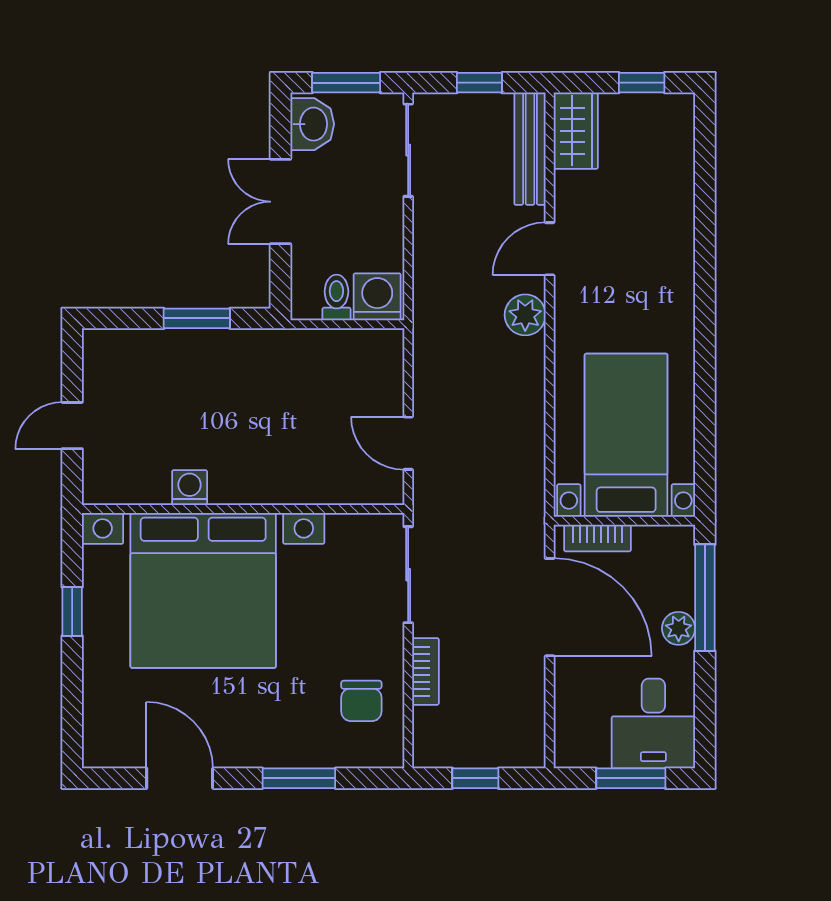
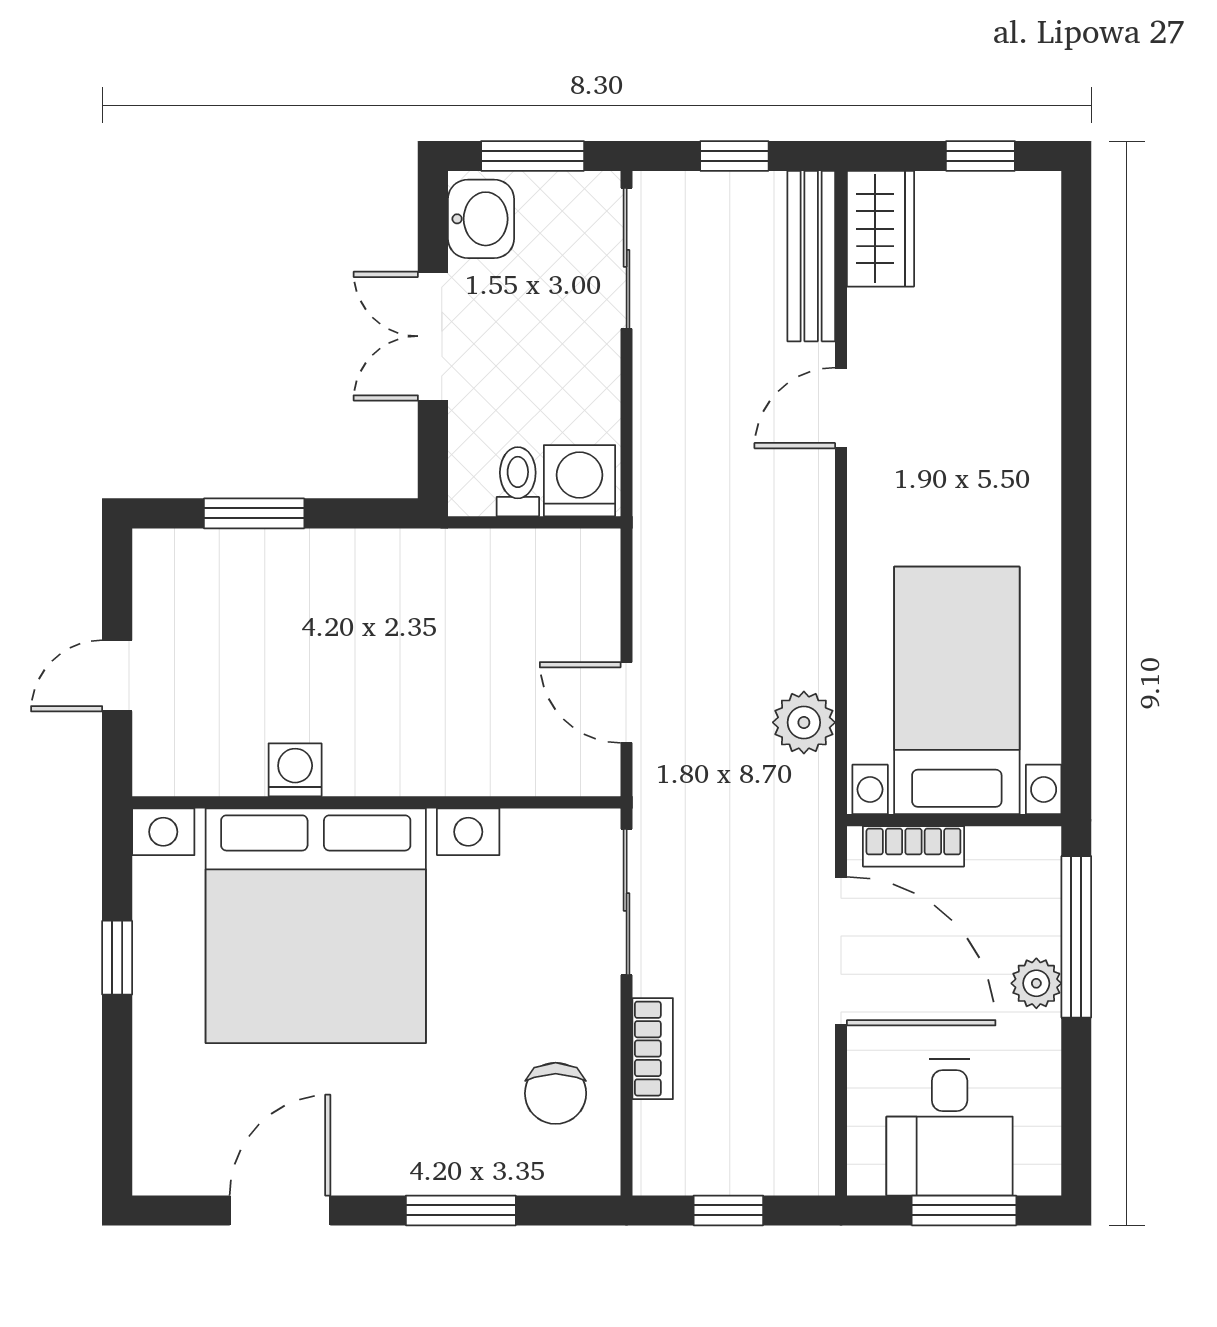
plant: (525, 315) -> (804, 722), moved
window: (197, 318) -> (254, 513), moved
desk: (653, 723) -> (950, 1127), moved
door: (180, 778) -> (280, 1210), hinge flipped

